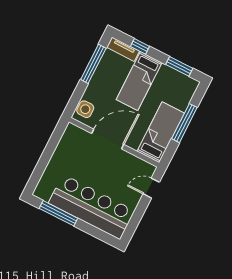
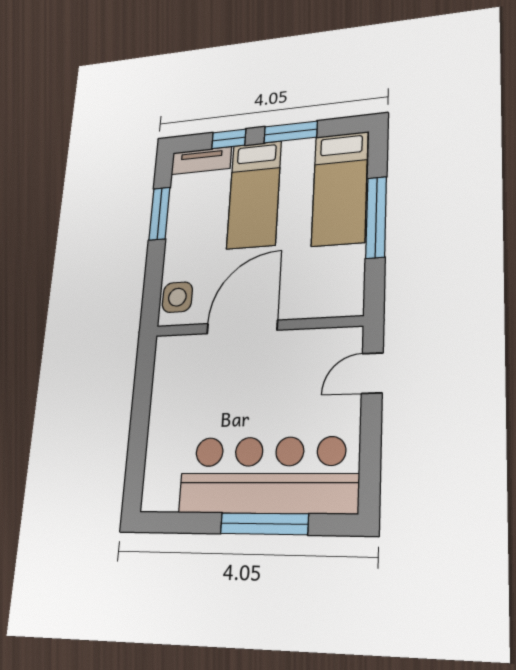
window: (93, 64) -> (159, 214), width x0.69
window: (179, 66) -> (291, 132), moved
bed: (161, 132) -> (340, 189), moved, turned 180
window: (58, 213) -> (264, 524), moved

